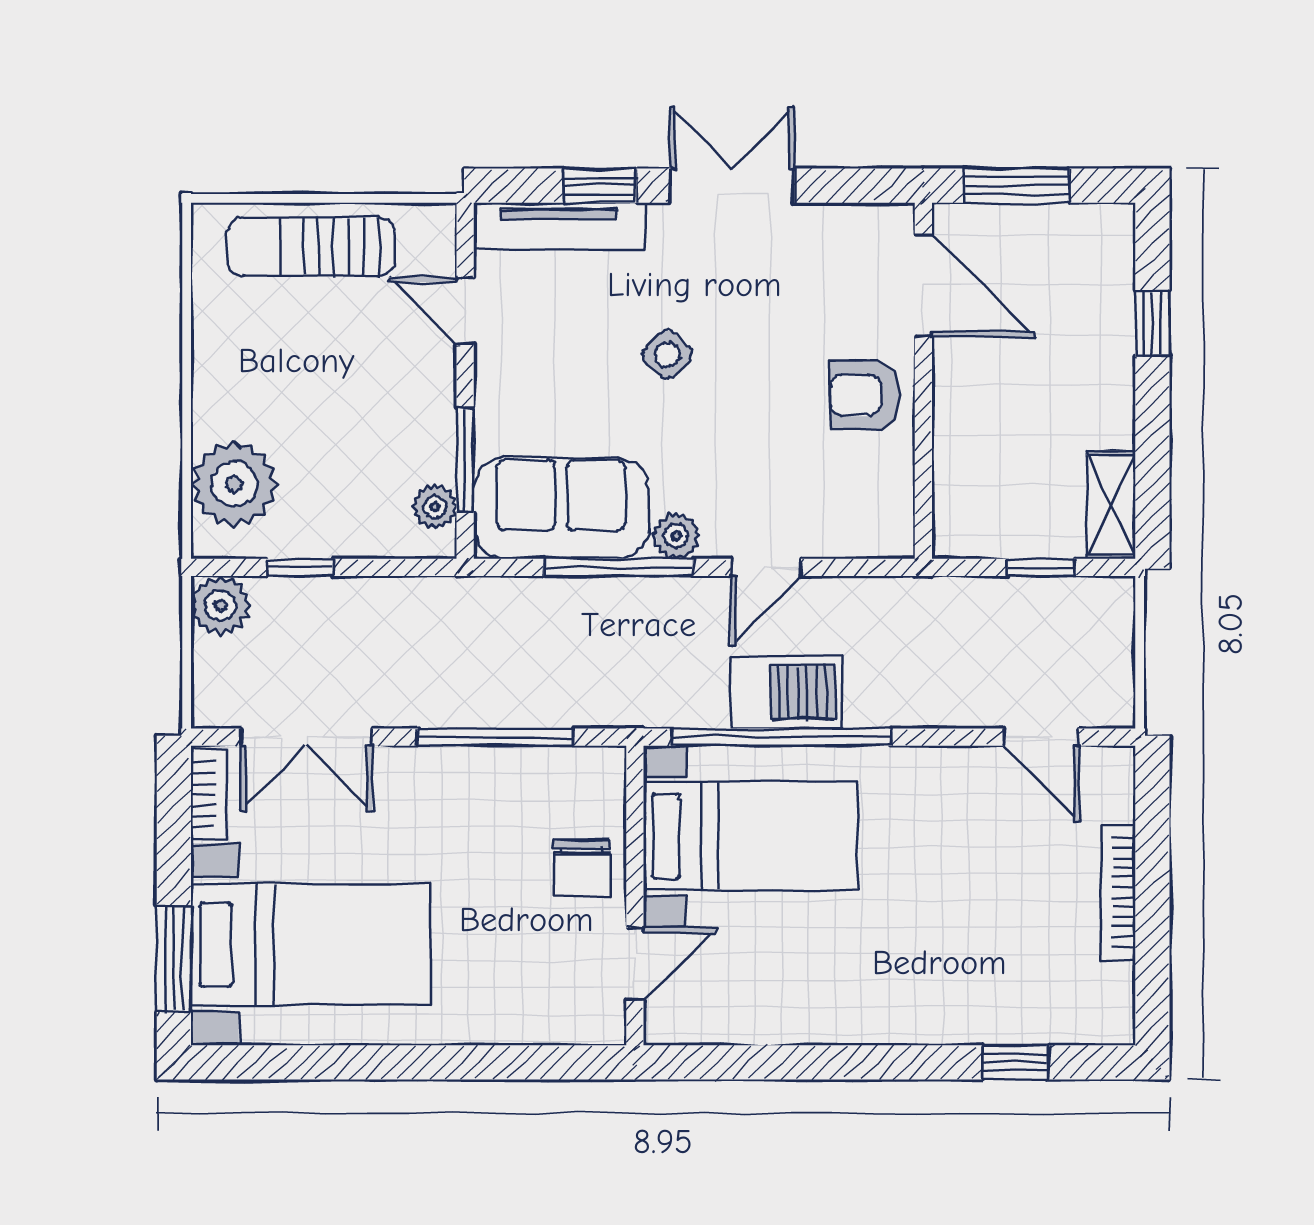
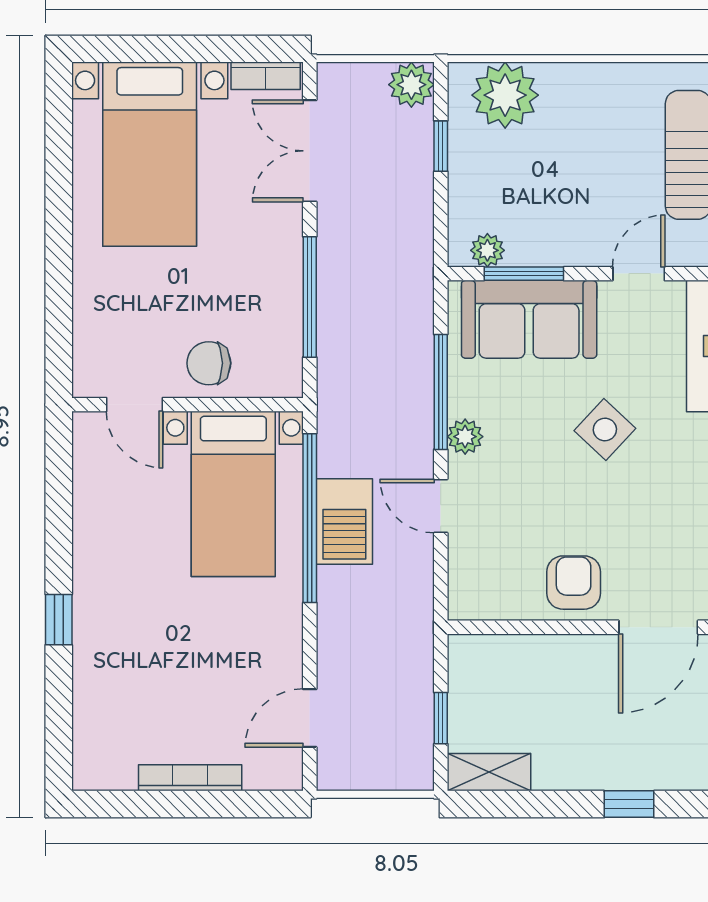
side table: (667, 355) -> (605, 430), width x1.37, depth x1.37
sofa: (561, 508) -> (529, 319), moved, turned 90
window: (174, 959) -> (139, 49), removed
window: (1015, 1062) -> (59, 620), moved

